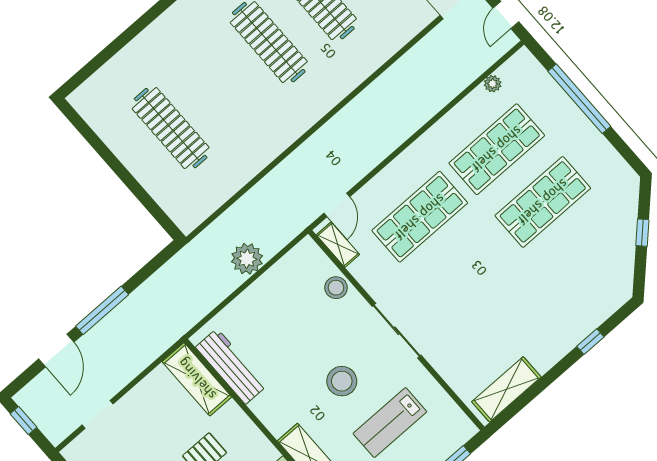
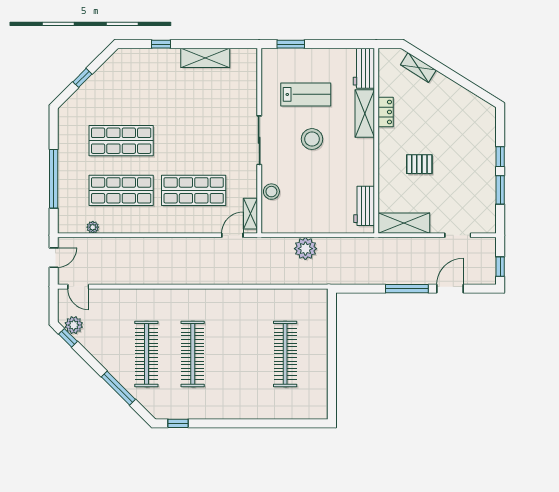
workbench: (231, 366) -> (364, 206), width x0.73
shelving: (197, 379) -> (404, 223), moved, turned 90
shelving: (506, 389) -> (205, 58), moved

